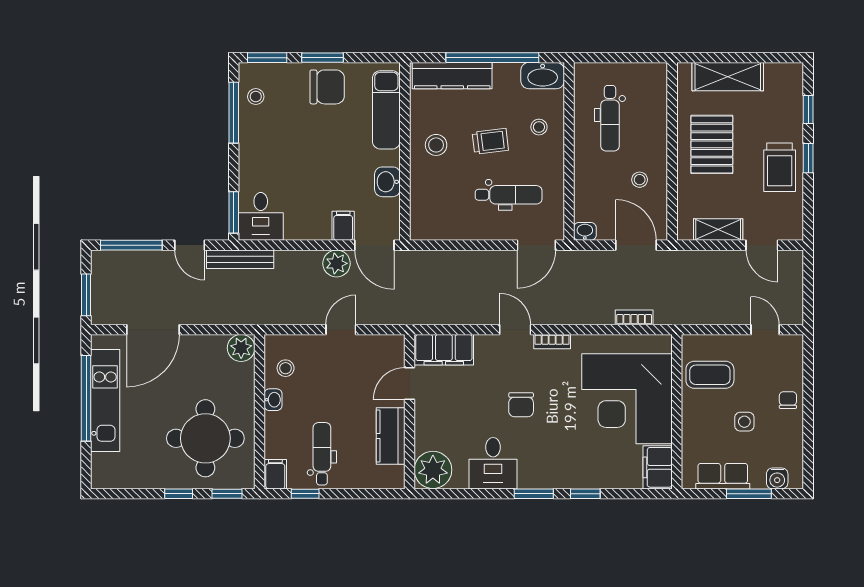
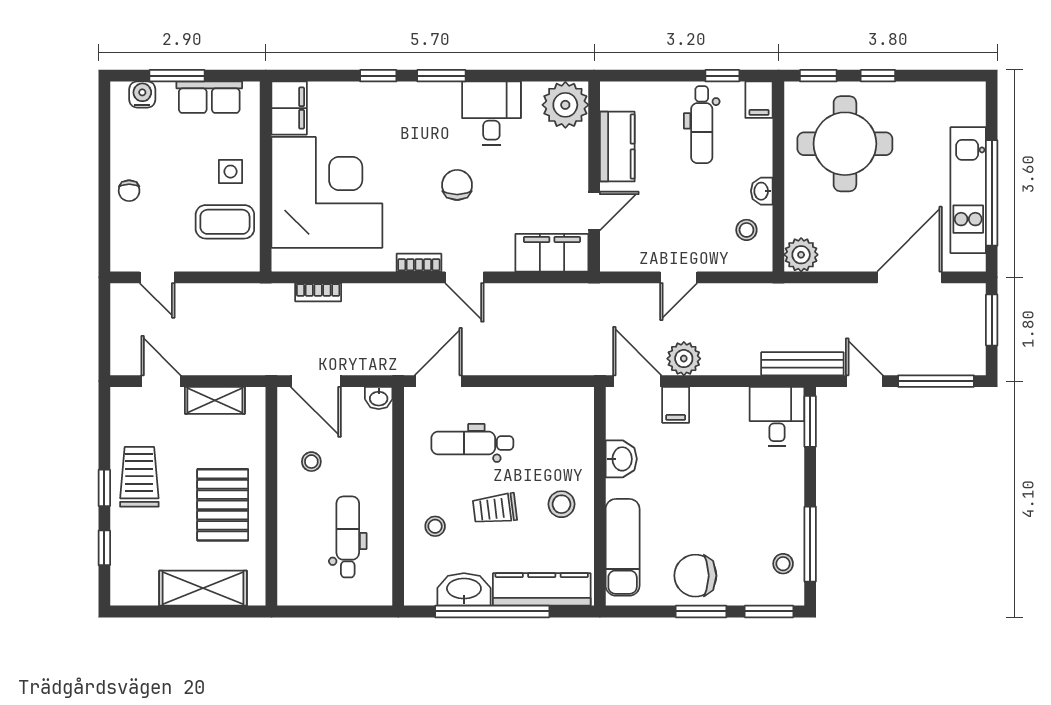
washbasin: (543, 76) -> (464, 589), moved
side table: (744, 422) -> (230, 172), moved

